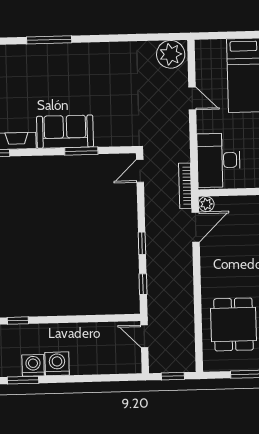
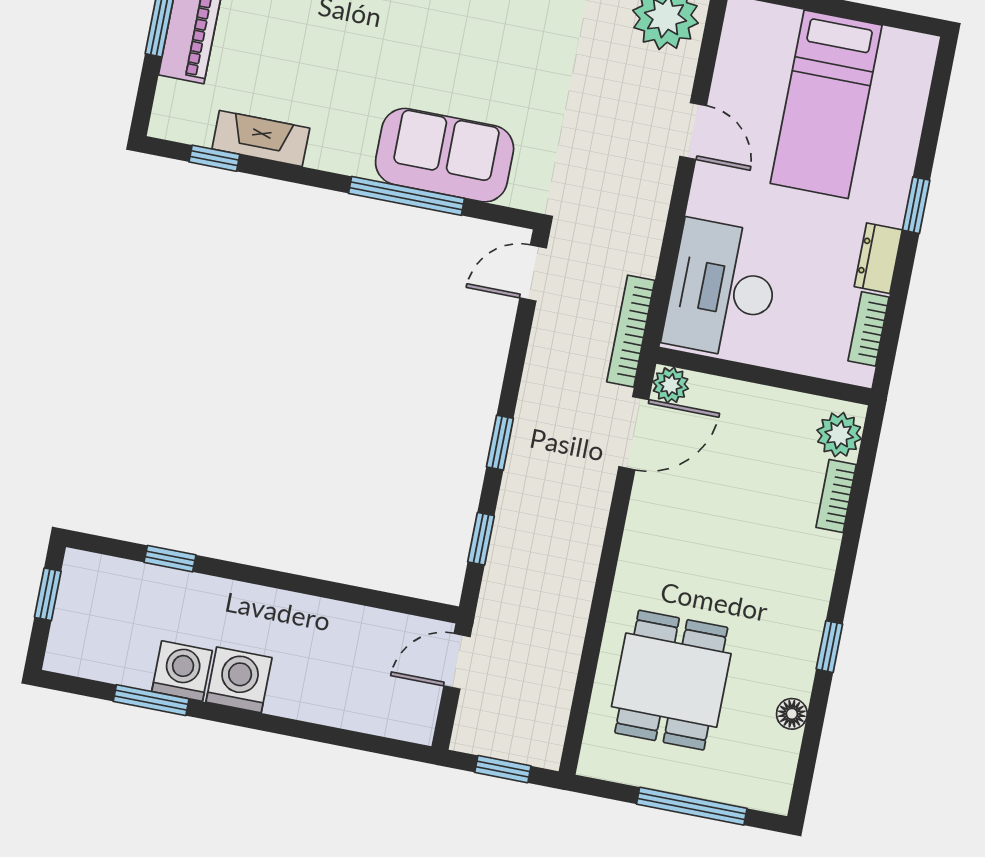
sofa: (65, 132) -> (445, 155), moved
window: (81, 151) -> (407, 196), width x1.44
door: (144, 336) -> (457, 661), hinge flipped

